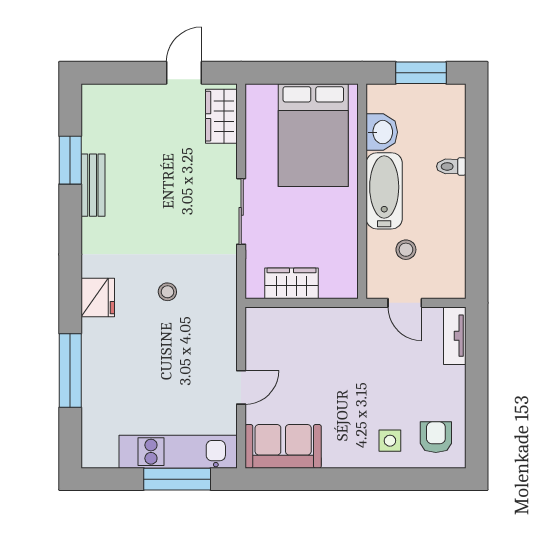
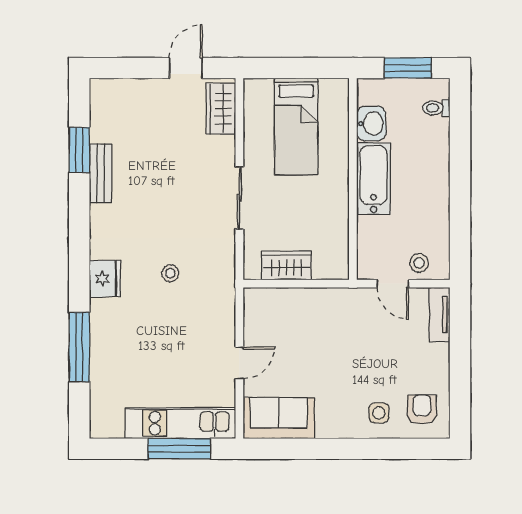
bed: (313, 135) -> (296, 126), width x0.67
toilet: (451, 166) -> (436, 108), moved
stool: (406, 250) -> (419, 263), moved

